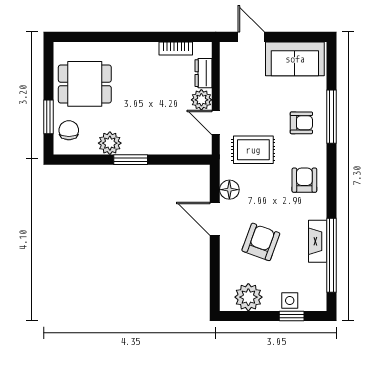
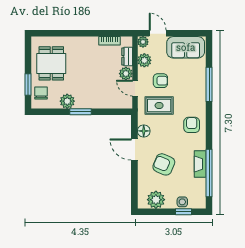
plant: (228, 50) -> (143, 42), added
plant: (230, 79) -> (144, 60), added
dining table: (85, 84) -> (51, 63), turned 90
armchair: (301, 123) -> (160, 81), moved
armchair: (261, 242) -> (164, 164), turned -87

